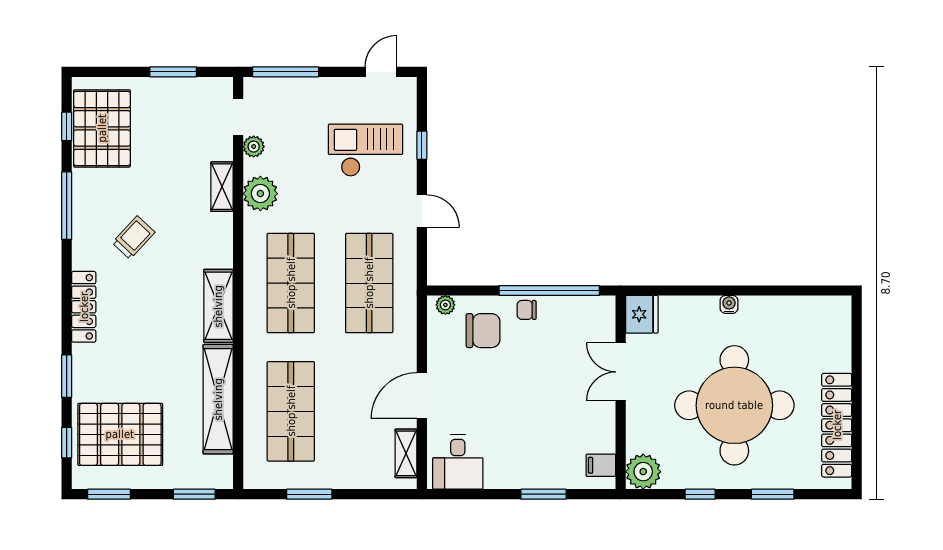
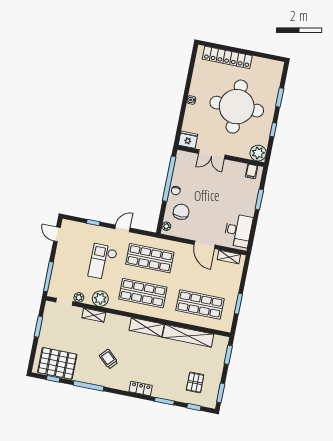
checkout: (365, 150) -> (103, 262), moved
locker: (84, 307) -> (141, 388), width x0.66
locker: (837, 425) -> (227, 57), moved
pallet: (120, 434) -> (195, 382), width x0.49, depth x0.50
desk: (458, 462) -> (238, 231), width x1.37

